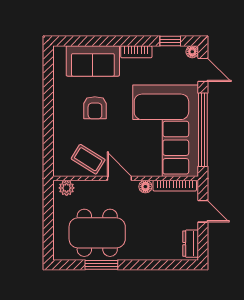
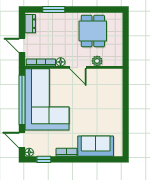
armchair: (95, 108) -> (94, 115), removed
coffee table: (88, 159) -> (99, 80), removed
plant: (67, 188) -> (97, 61), moved
dining table: (97, 233) -> (93, 31), width x0.73
window: (101, 265) -> (54, 9), moved

